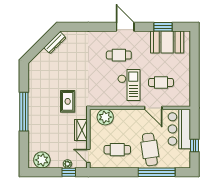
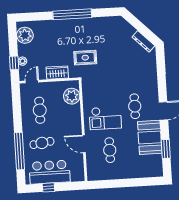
booth: (167, 42) -> (150, 137), moved
door: (153, 108) -> (84, 144), hinge flipped
bar counter: (179, 129) -> (50, 172), moved
cafe table: (150, 149) -> (42, 143), width x0.73, depth x0.74

